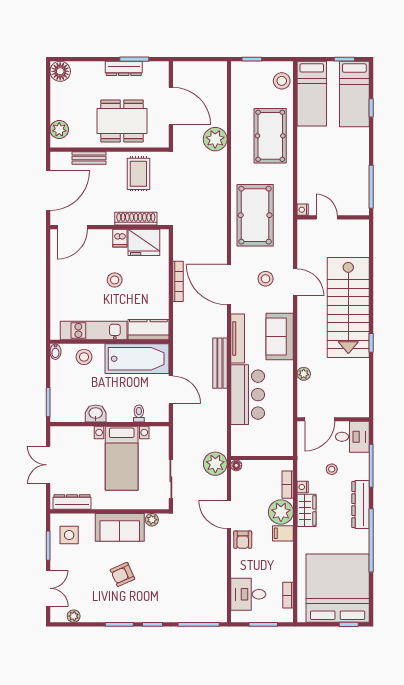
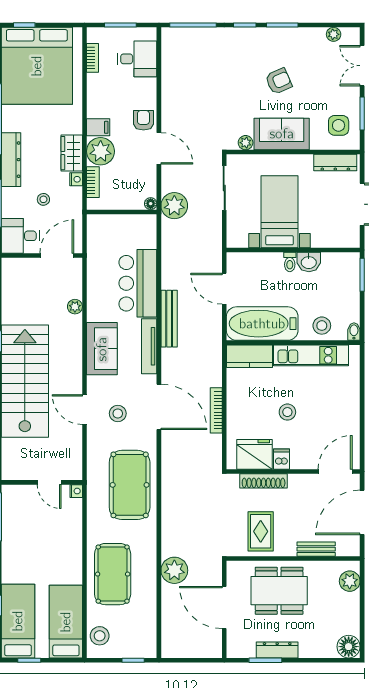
toilet: (139, 413) -> (290, 262), moved

